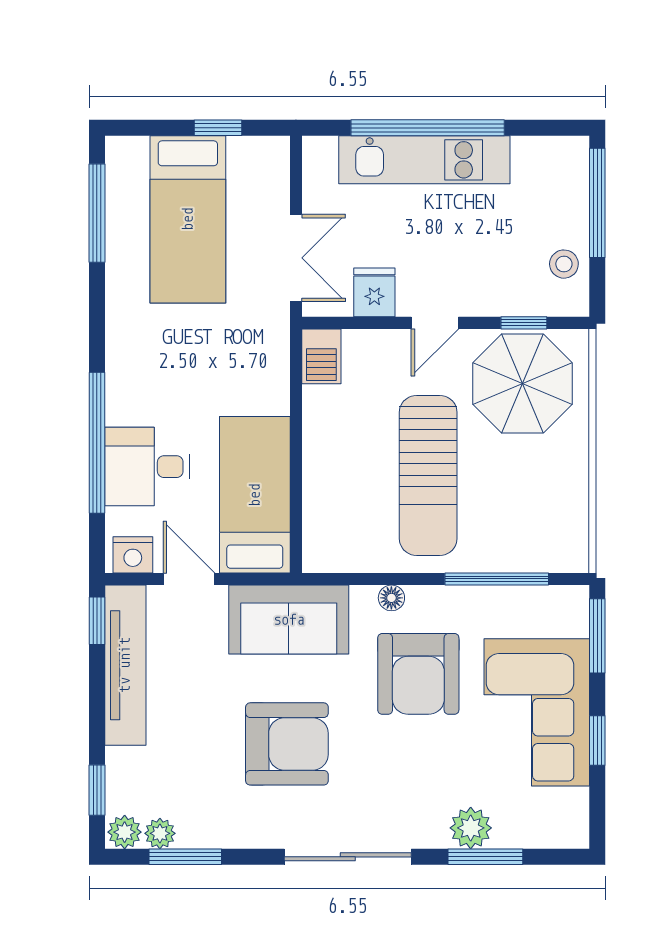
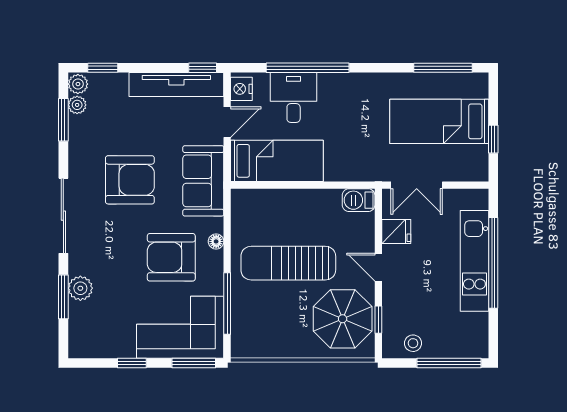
corner sofa: (537, 712) -> (180, 327), moved
armchair: (287, 744) -> (130, 180), turned -90

